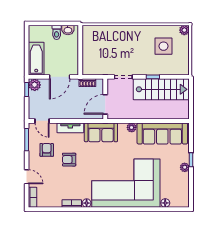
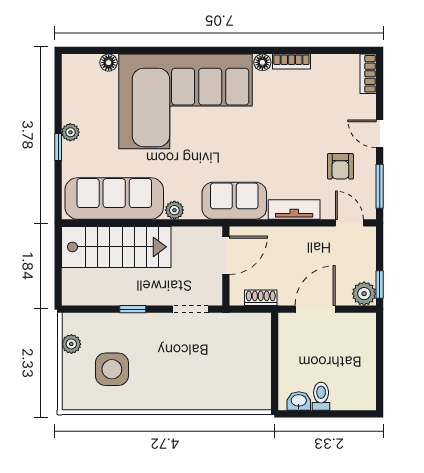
plant: (184, 30) -> (71, 344), moved
bathtub: (36, 59) -> (361, 345), removed
stairs: (161, 89) -> (116, 247), moved, turned 180
armchair: (69, 160) -> (297, 147), removed
door: (27, 177) -> (380, 134), moved

